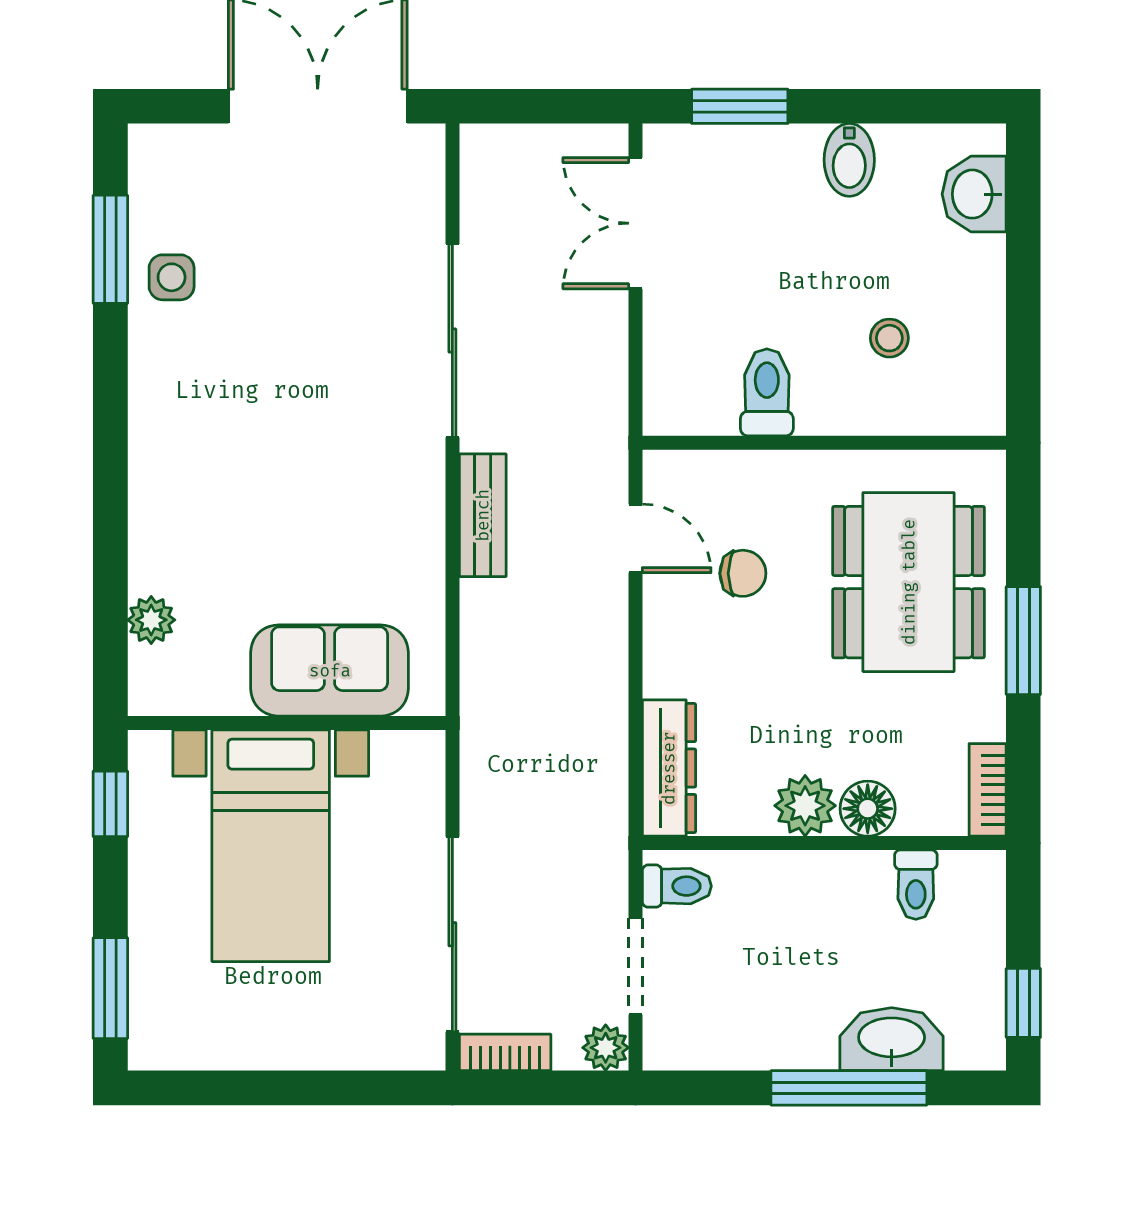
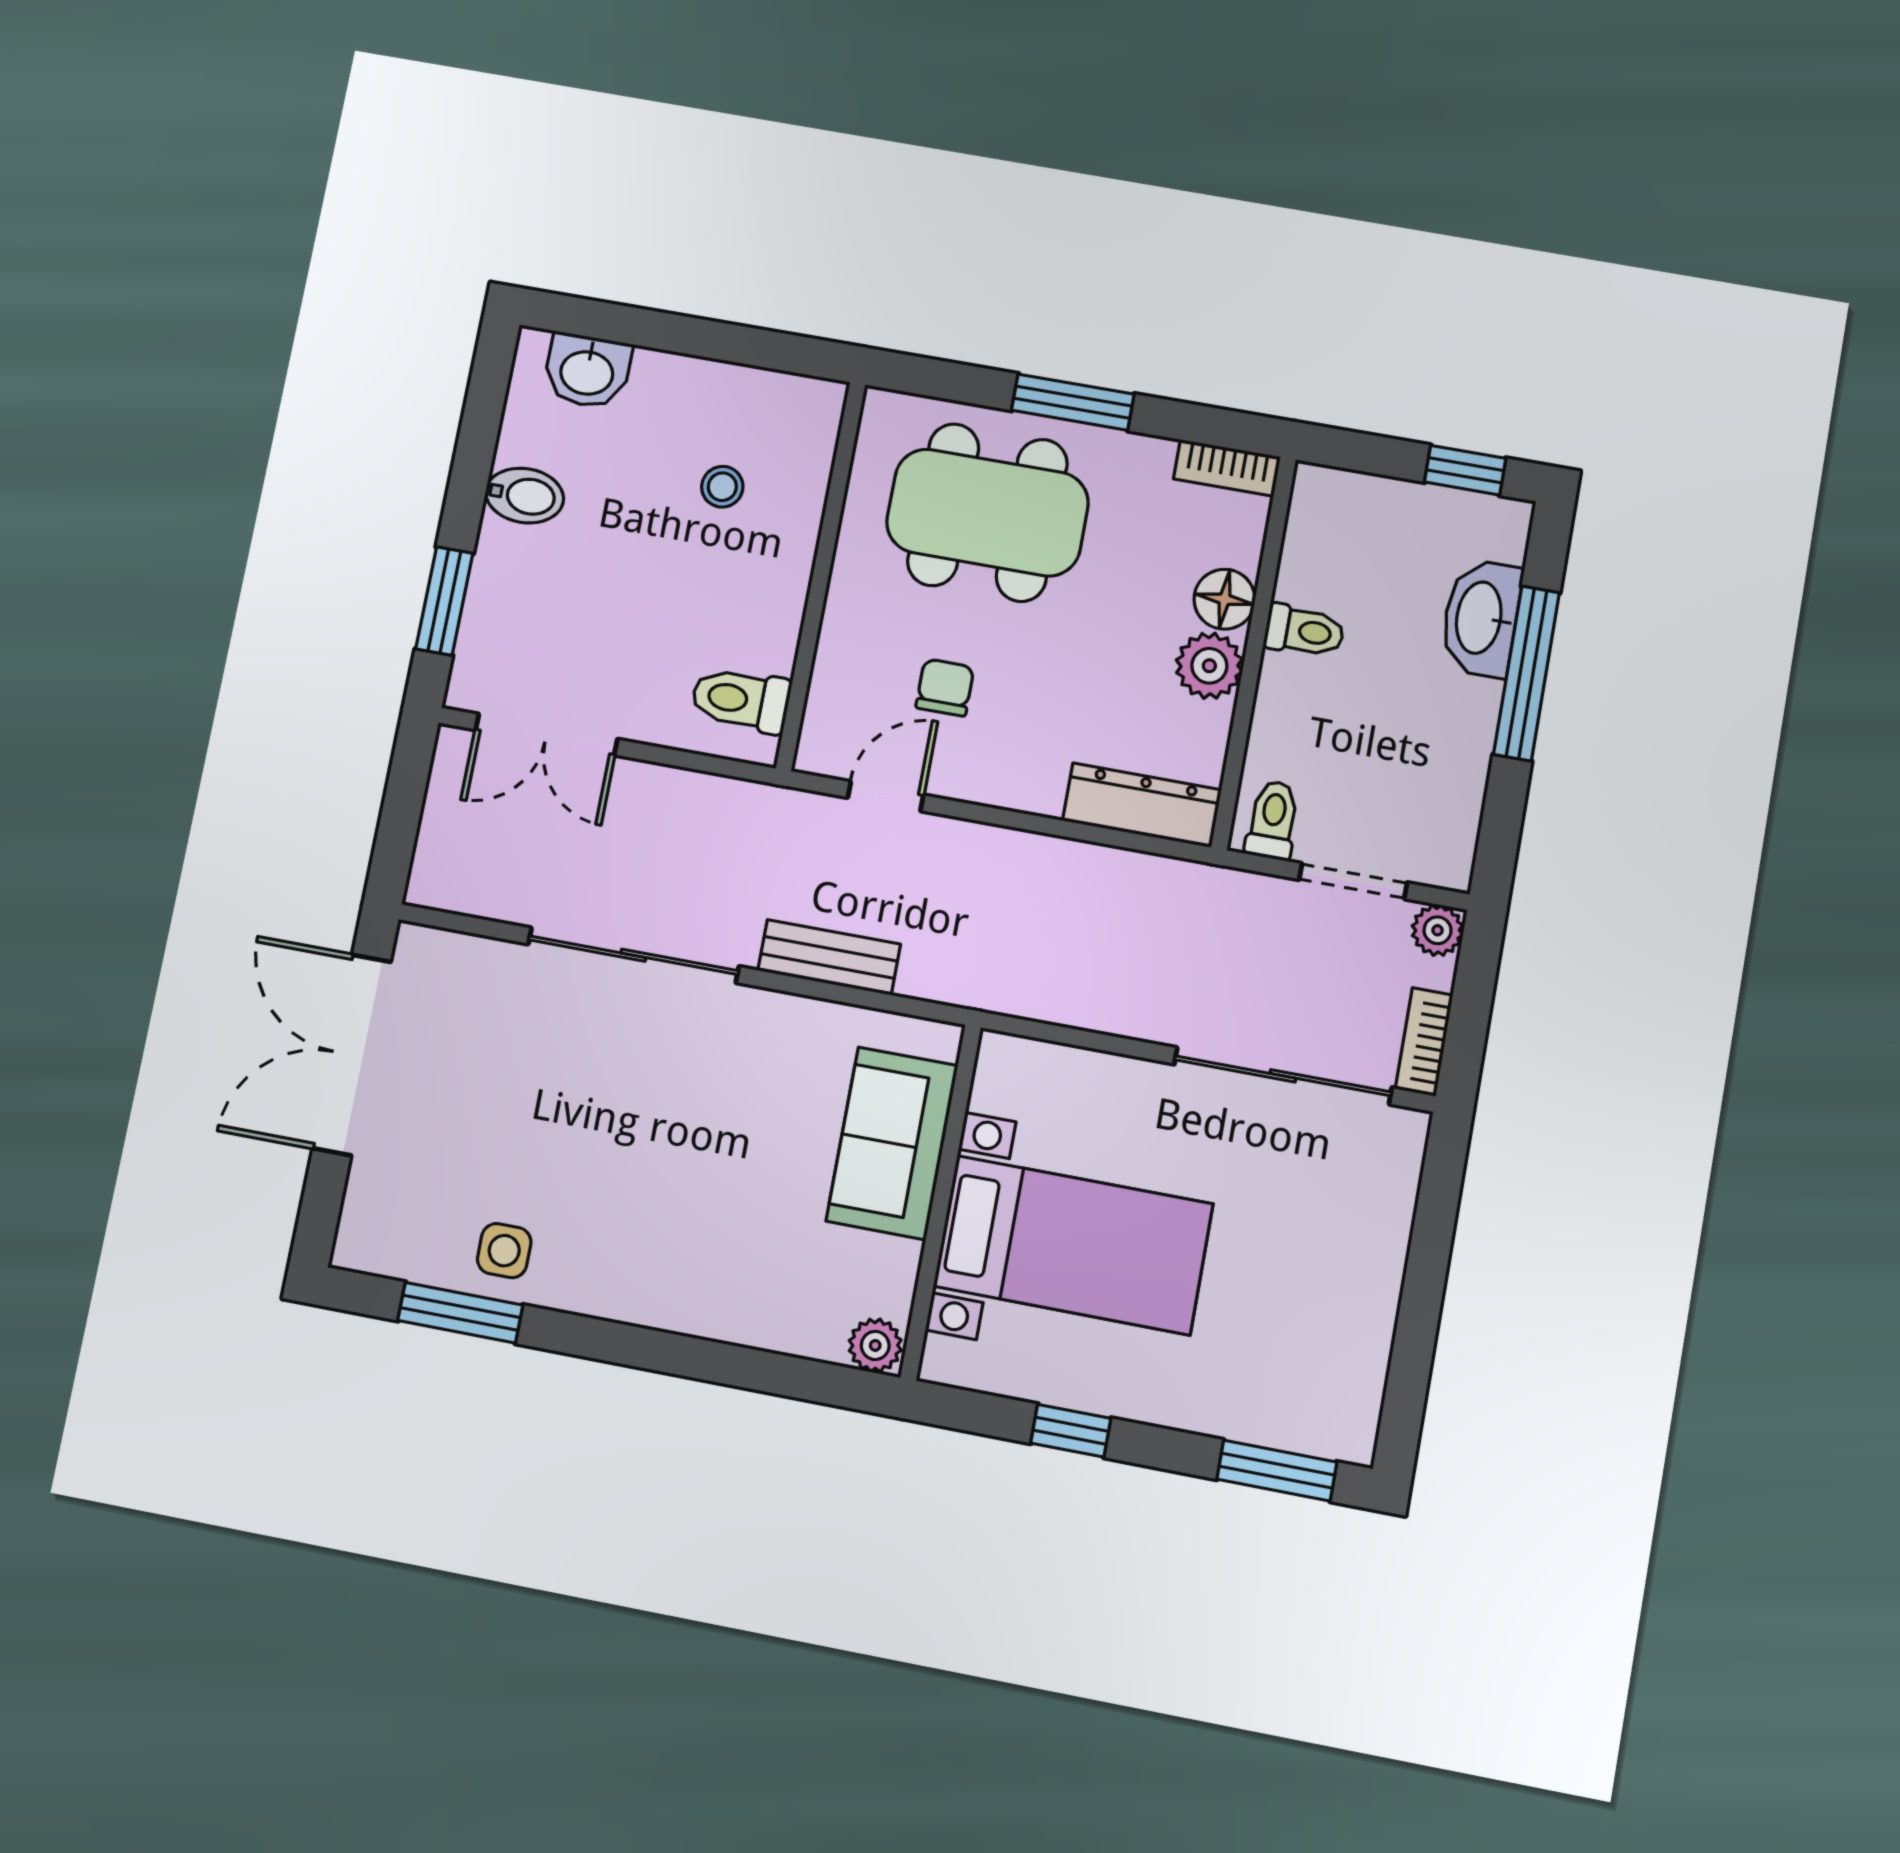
toilet: (767, 392) -> (741, 700), moved
sofa: (330, 671) -> (892, 1143), moved
wall: (287, 723) -> (941, 1202), moved
bed with nightstands: (271, 846) -> (1073, 1245), moved
toilet: (916, 885) -> (1304, 631), moved

